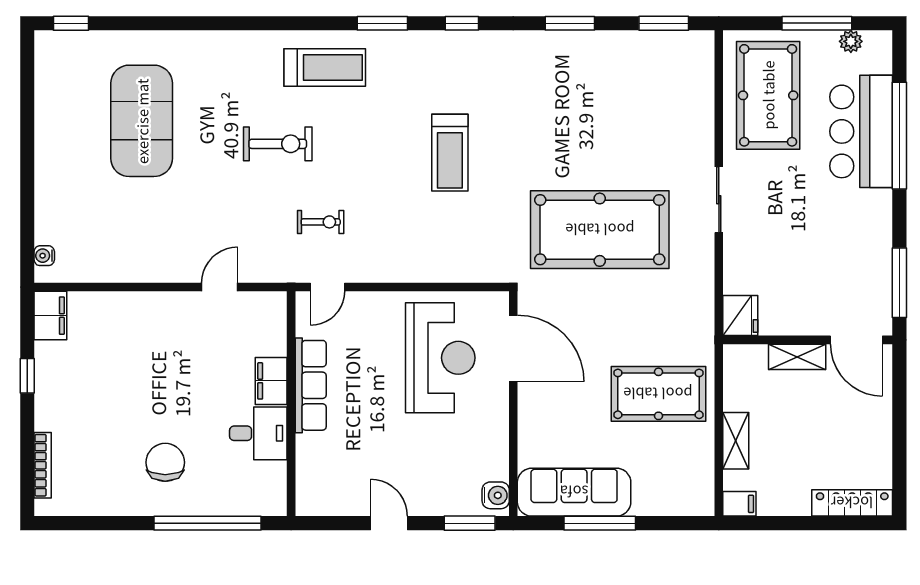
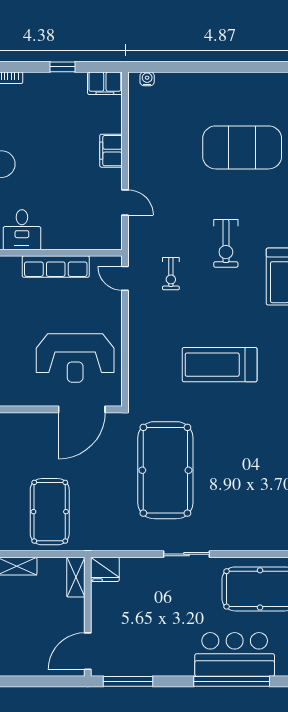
treadmill: (450, 153) -> (220, 365), width x1.37, depth x1.38
shelving: (797, 357) -> (76, 577), moved
filing cabinet: (271, 381) -> (111, 151), moved, turned -90

